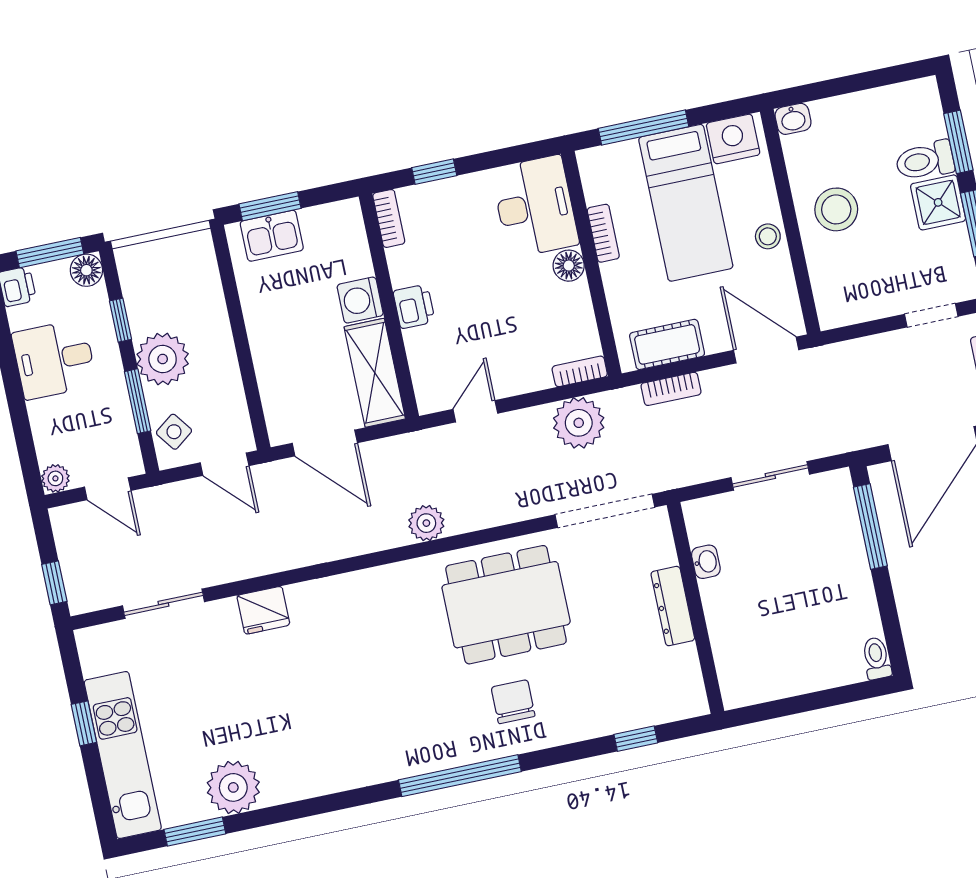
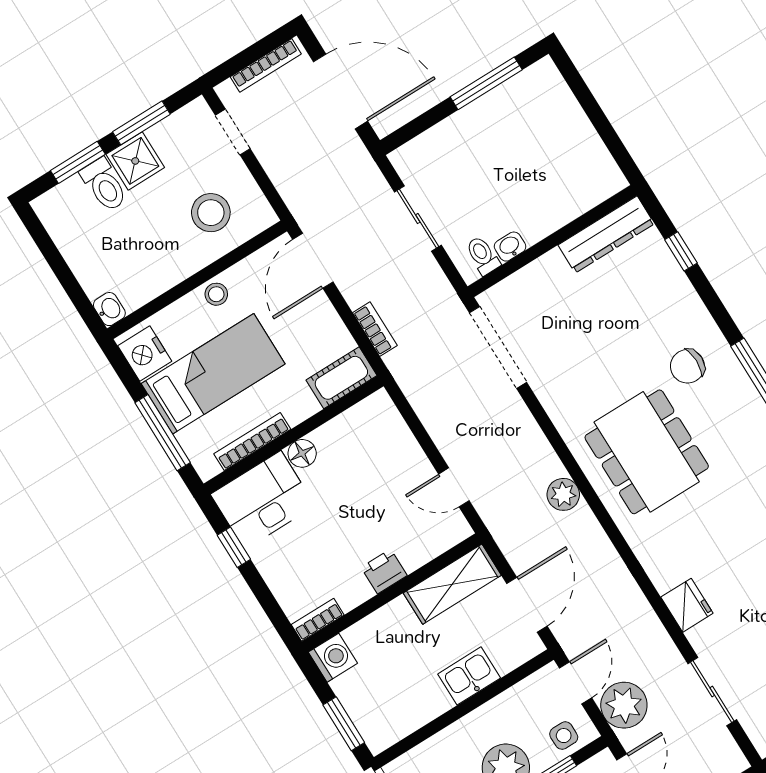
window: (434, 172) -> (234, 547), moved
stool: (836, 209) -> (211, 213), moved
bookcase: (603, 233) -> (252, 442), width x1.56
kitchen sink: (272, 236) -> (469, 676), moved, turned -90
washing machine: (360, 300) -> (333, 658), moved, turned -90
cot: (667, 344) -> (341, 378), moved, turned 90
bookcase: (580, 371) -> (388, 412), removed
plant: (579, 423) -> (624, 705), moved
side table: (174, 432) -> (564, 736), turned 37
window: (870, 527) -> (486, 83), moved
dining table: (506, 605) -> (647, 452), moved
dresser: (673, 606) -> (606, 234), moved, width x1.37, depth x1.24
toilet: (877, 658) -> (483, 256), moved, turned 90

